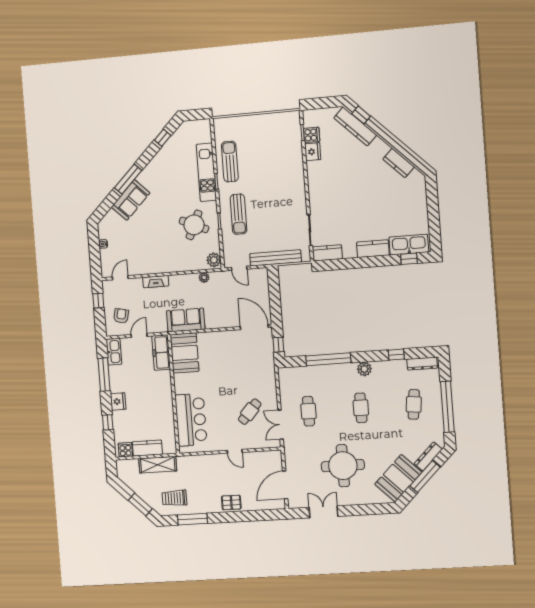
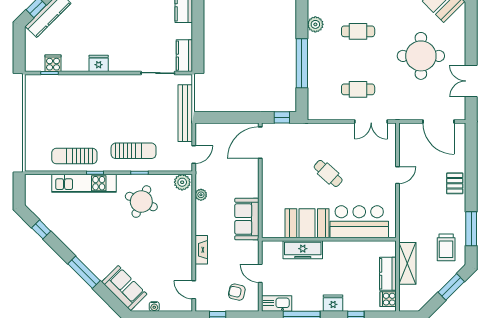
fridge: (313, 152) -> (99, 63), moved
sofa: (131, 200) -> (124, 288), moved
freezer: (161, 353) -> (303, 250), moved
booth: (185, 353) -> (307, 223), moved
cafe table: (250, 412) -> (328, 173), moved

